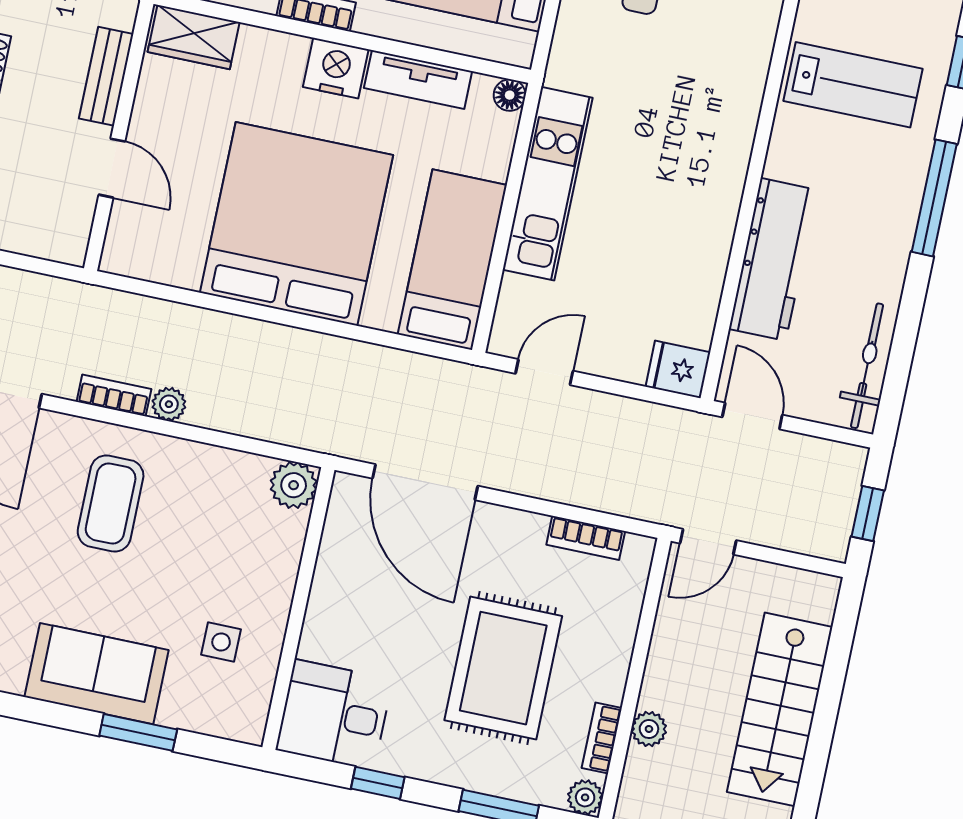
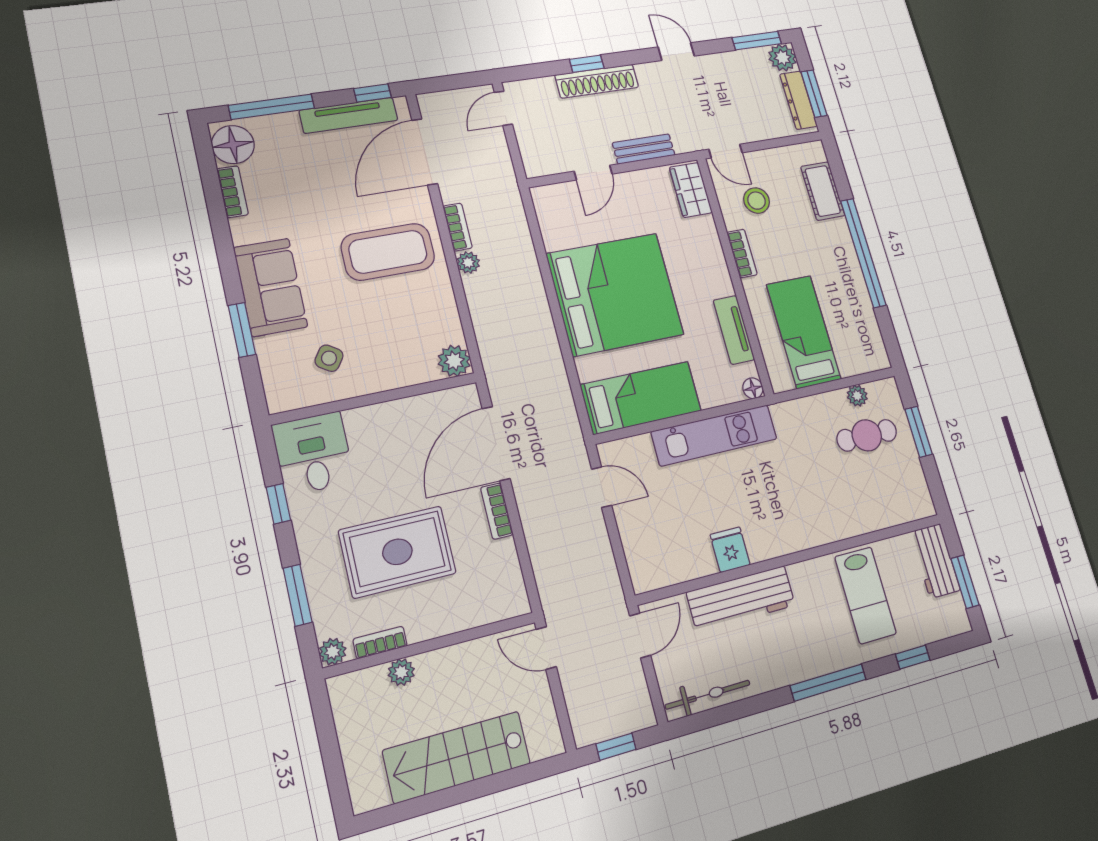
nightstand: (336, 68) -> (716, 279), removed
fridge: (678, 369) -> (730, 550), moved
coffee table: (111, 503) -> (388, 252), width x1.36, depth x1.32
bookcase: (586, 538) -> (497, 511), moved
side table: (221, 642) -> (329, 358), turned 34

